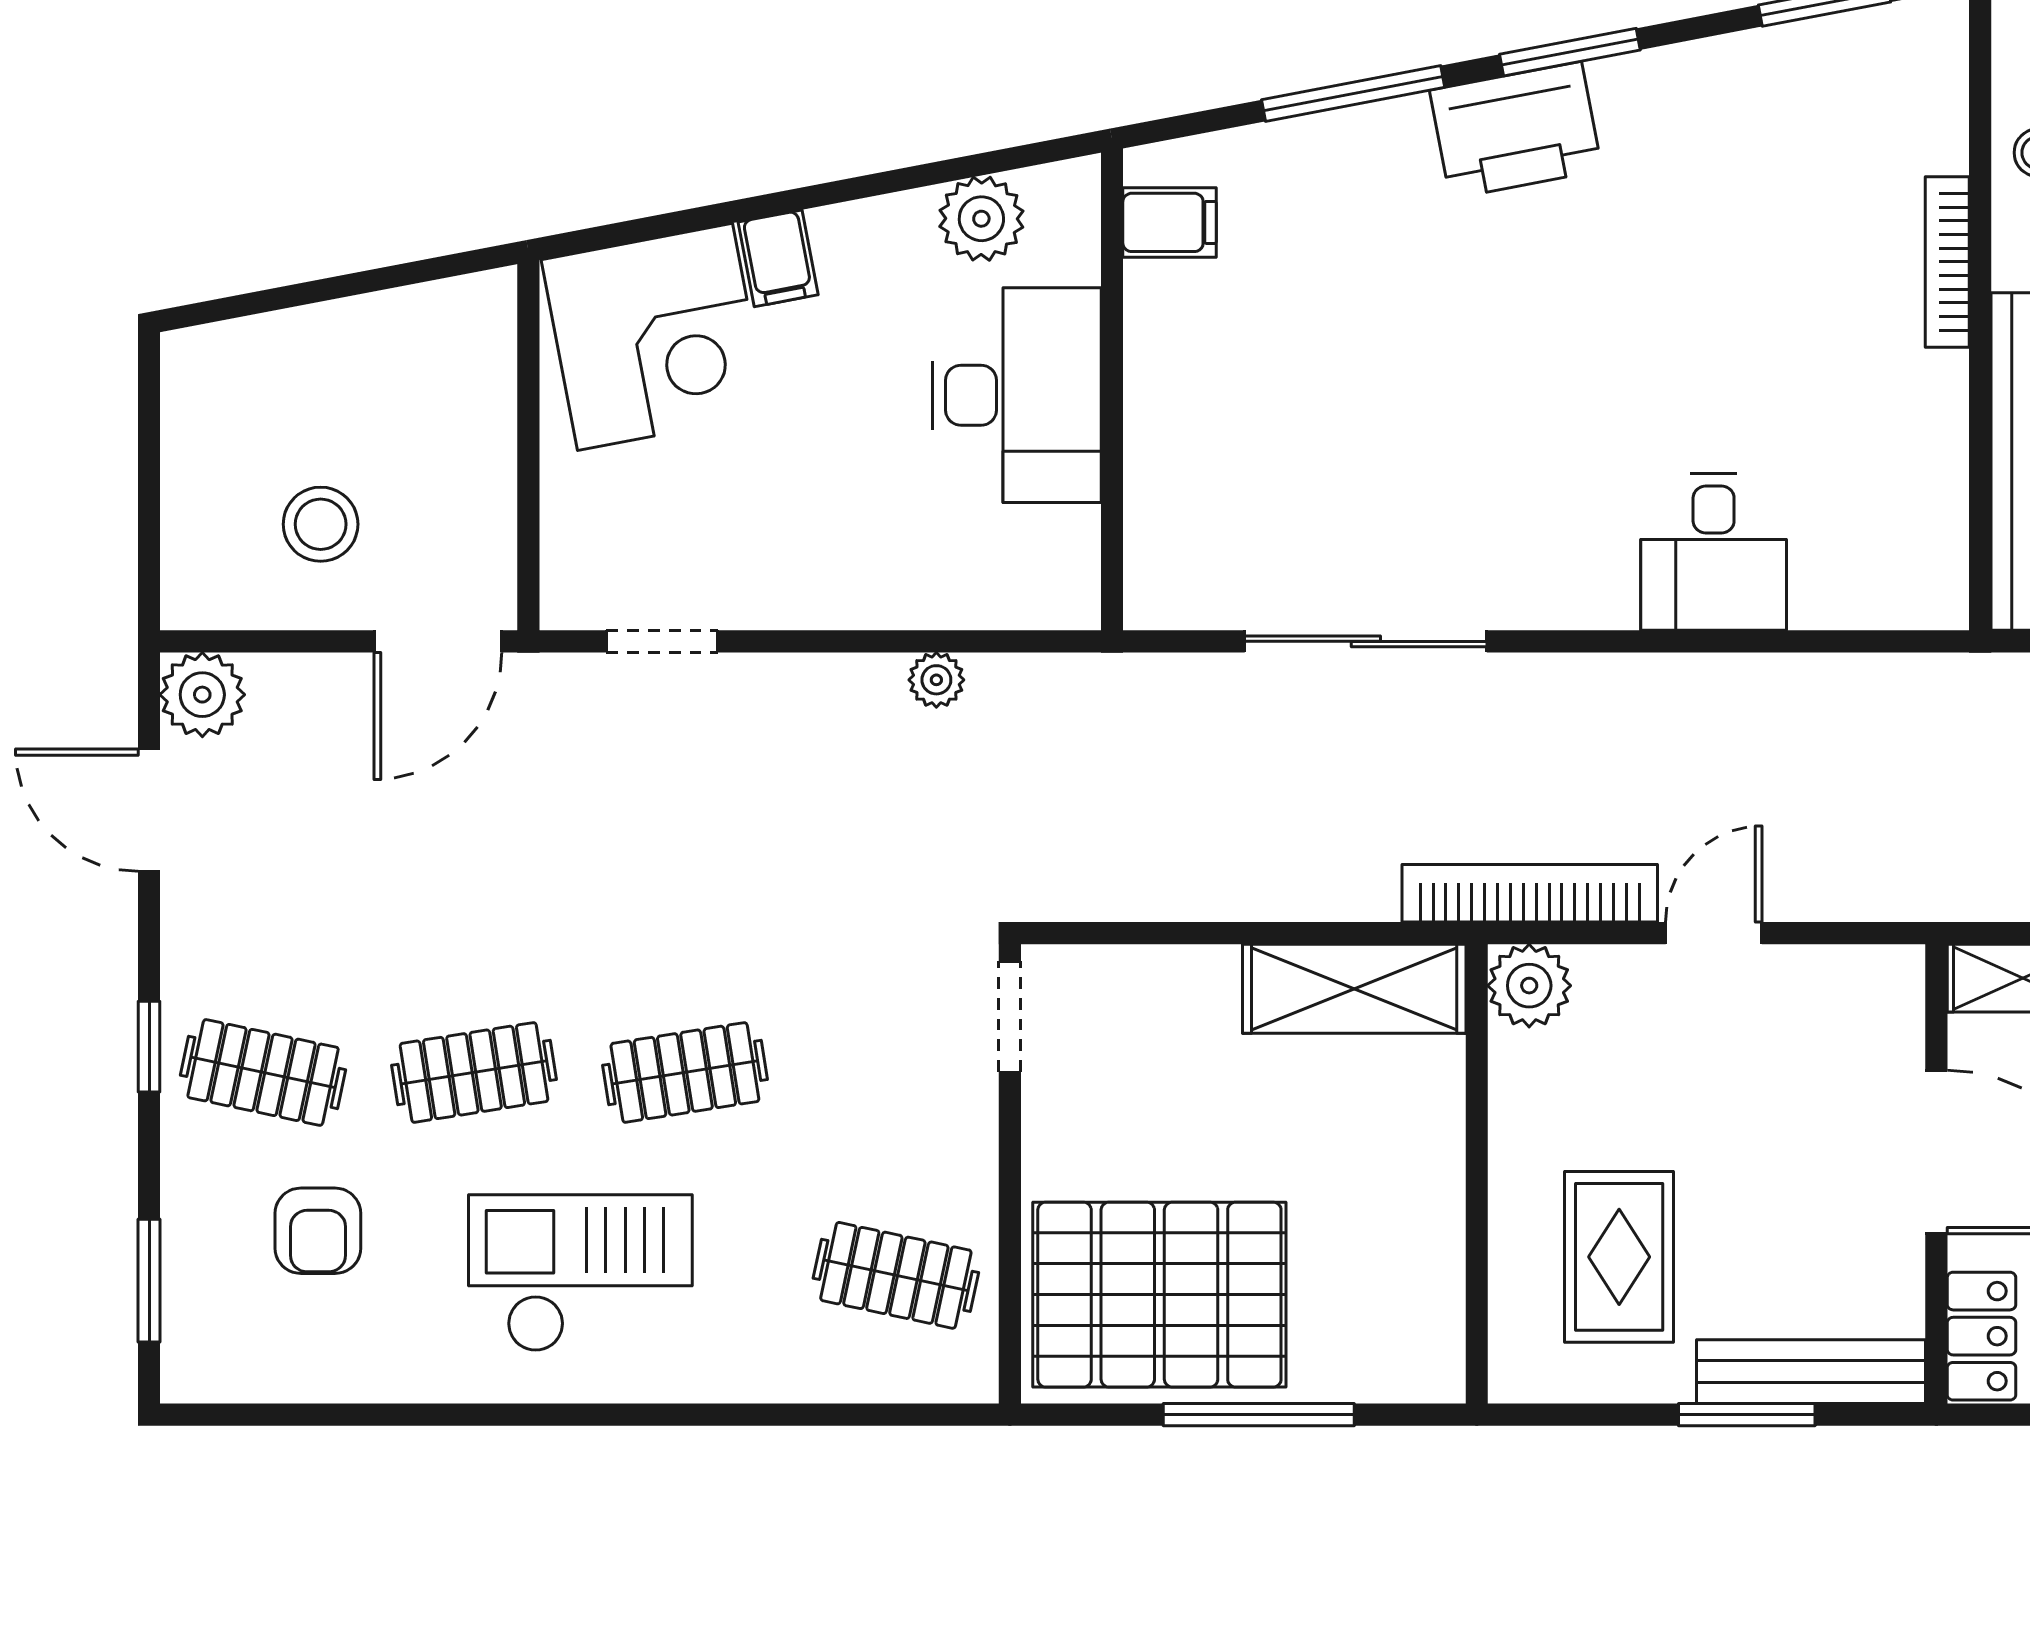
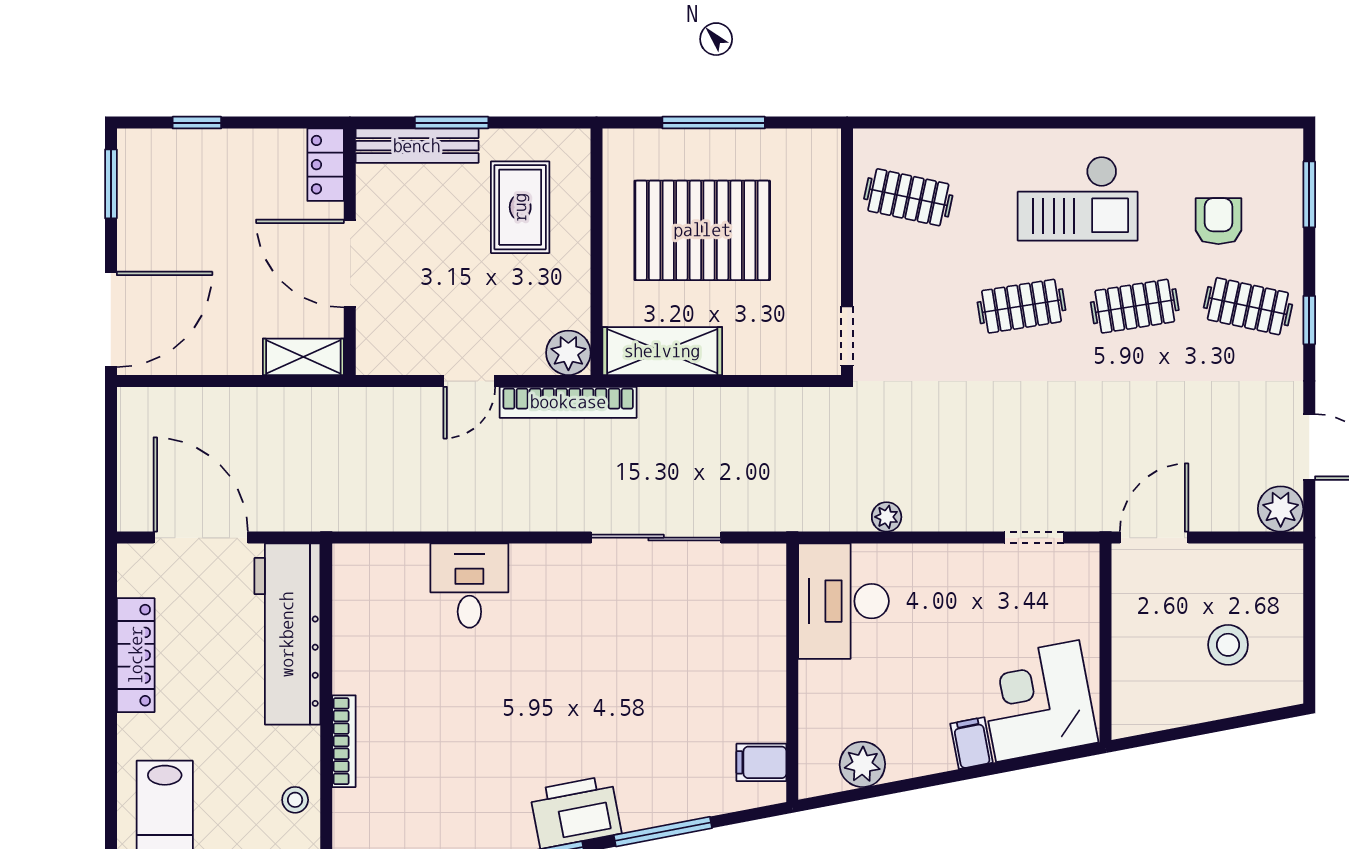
desk: (1017, 395) -> (843, 601), moved
stool: (321, 524) -> (1228, 645), moved
pallet: (1159, 1295) -> (702, 230), moved

